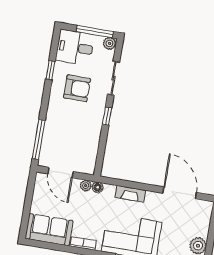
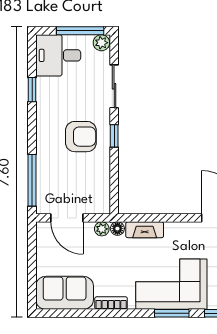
armchair: (77, 88) -> (81, 137), moved
fireplace: (130, 194) -> (145, 230), moved

